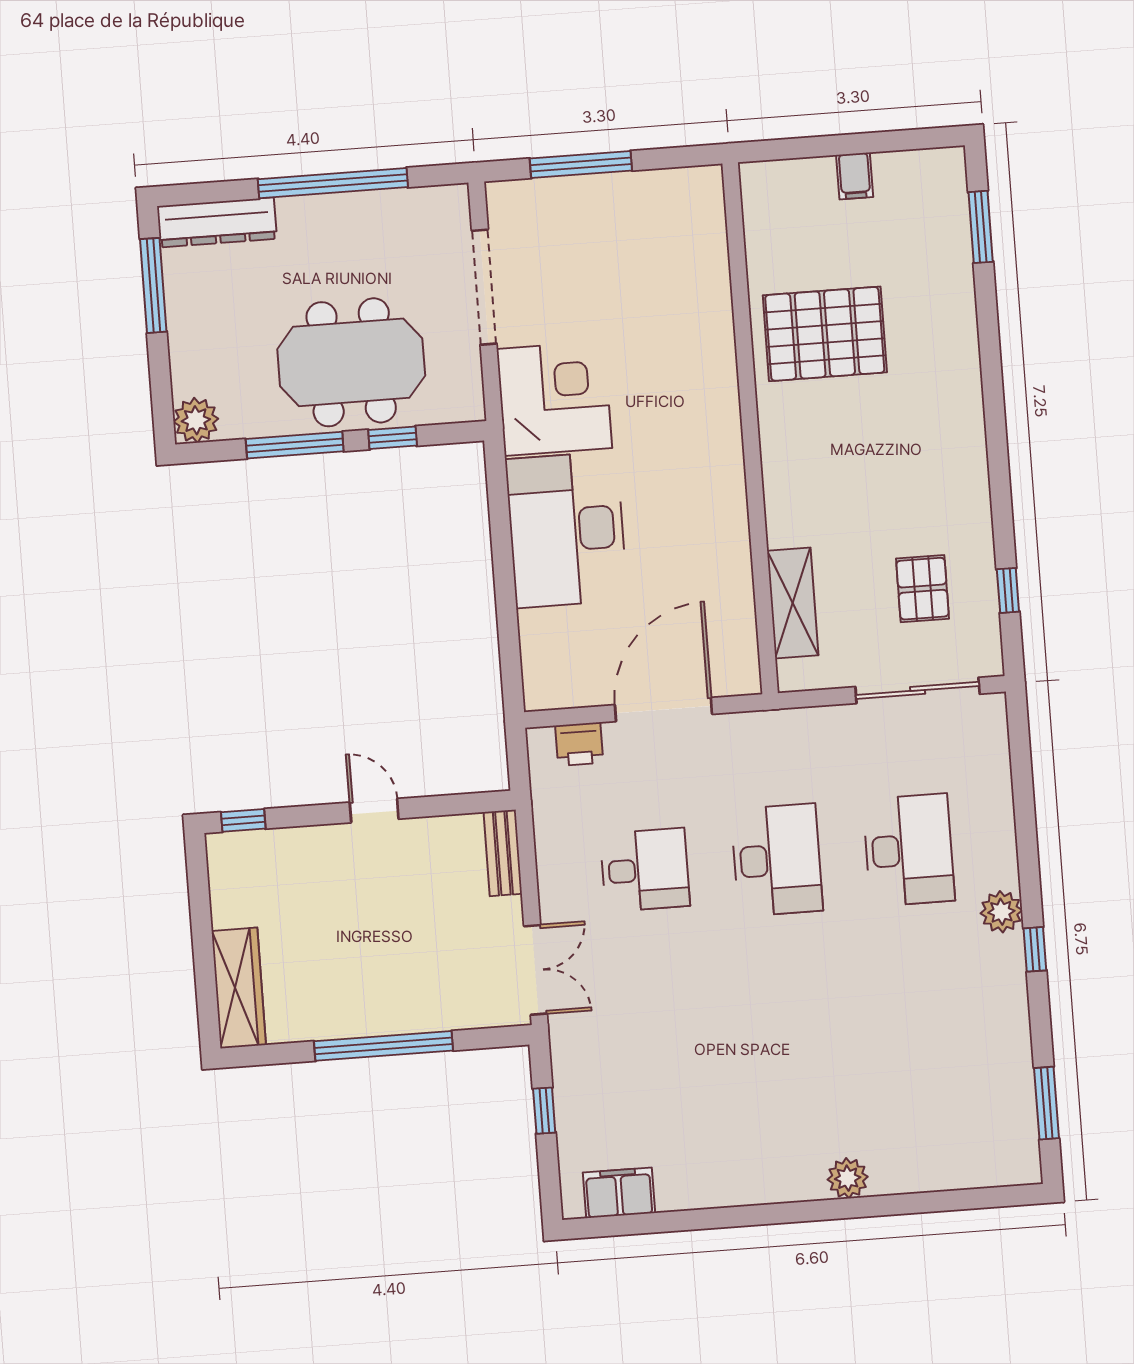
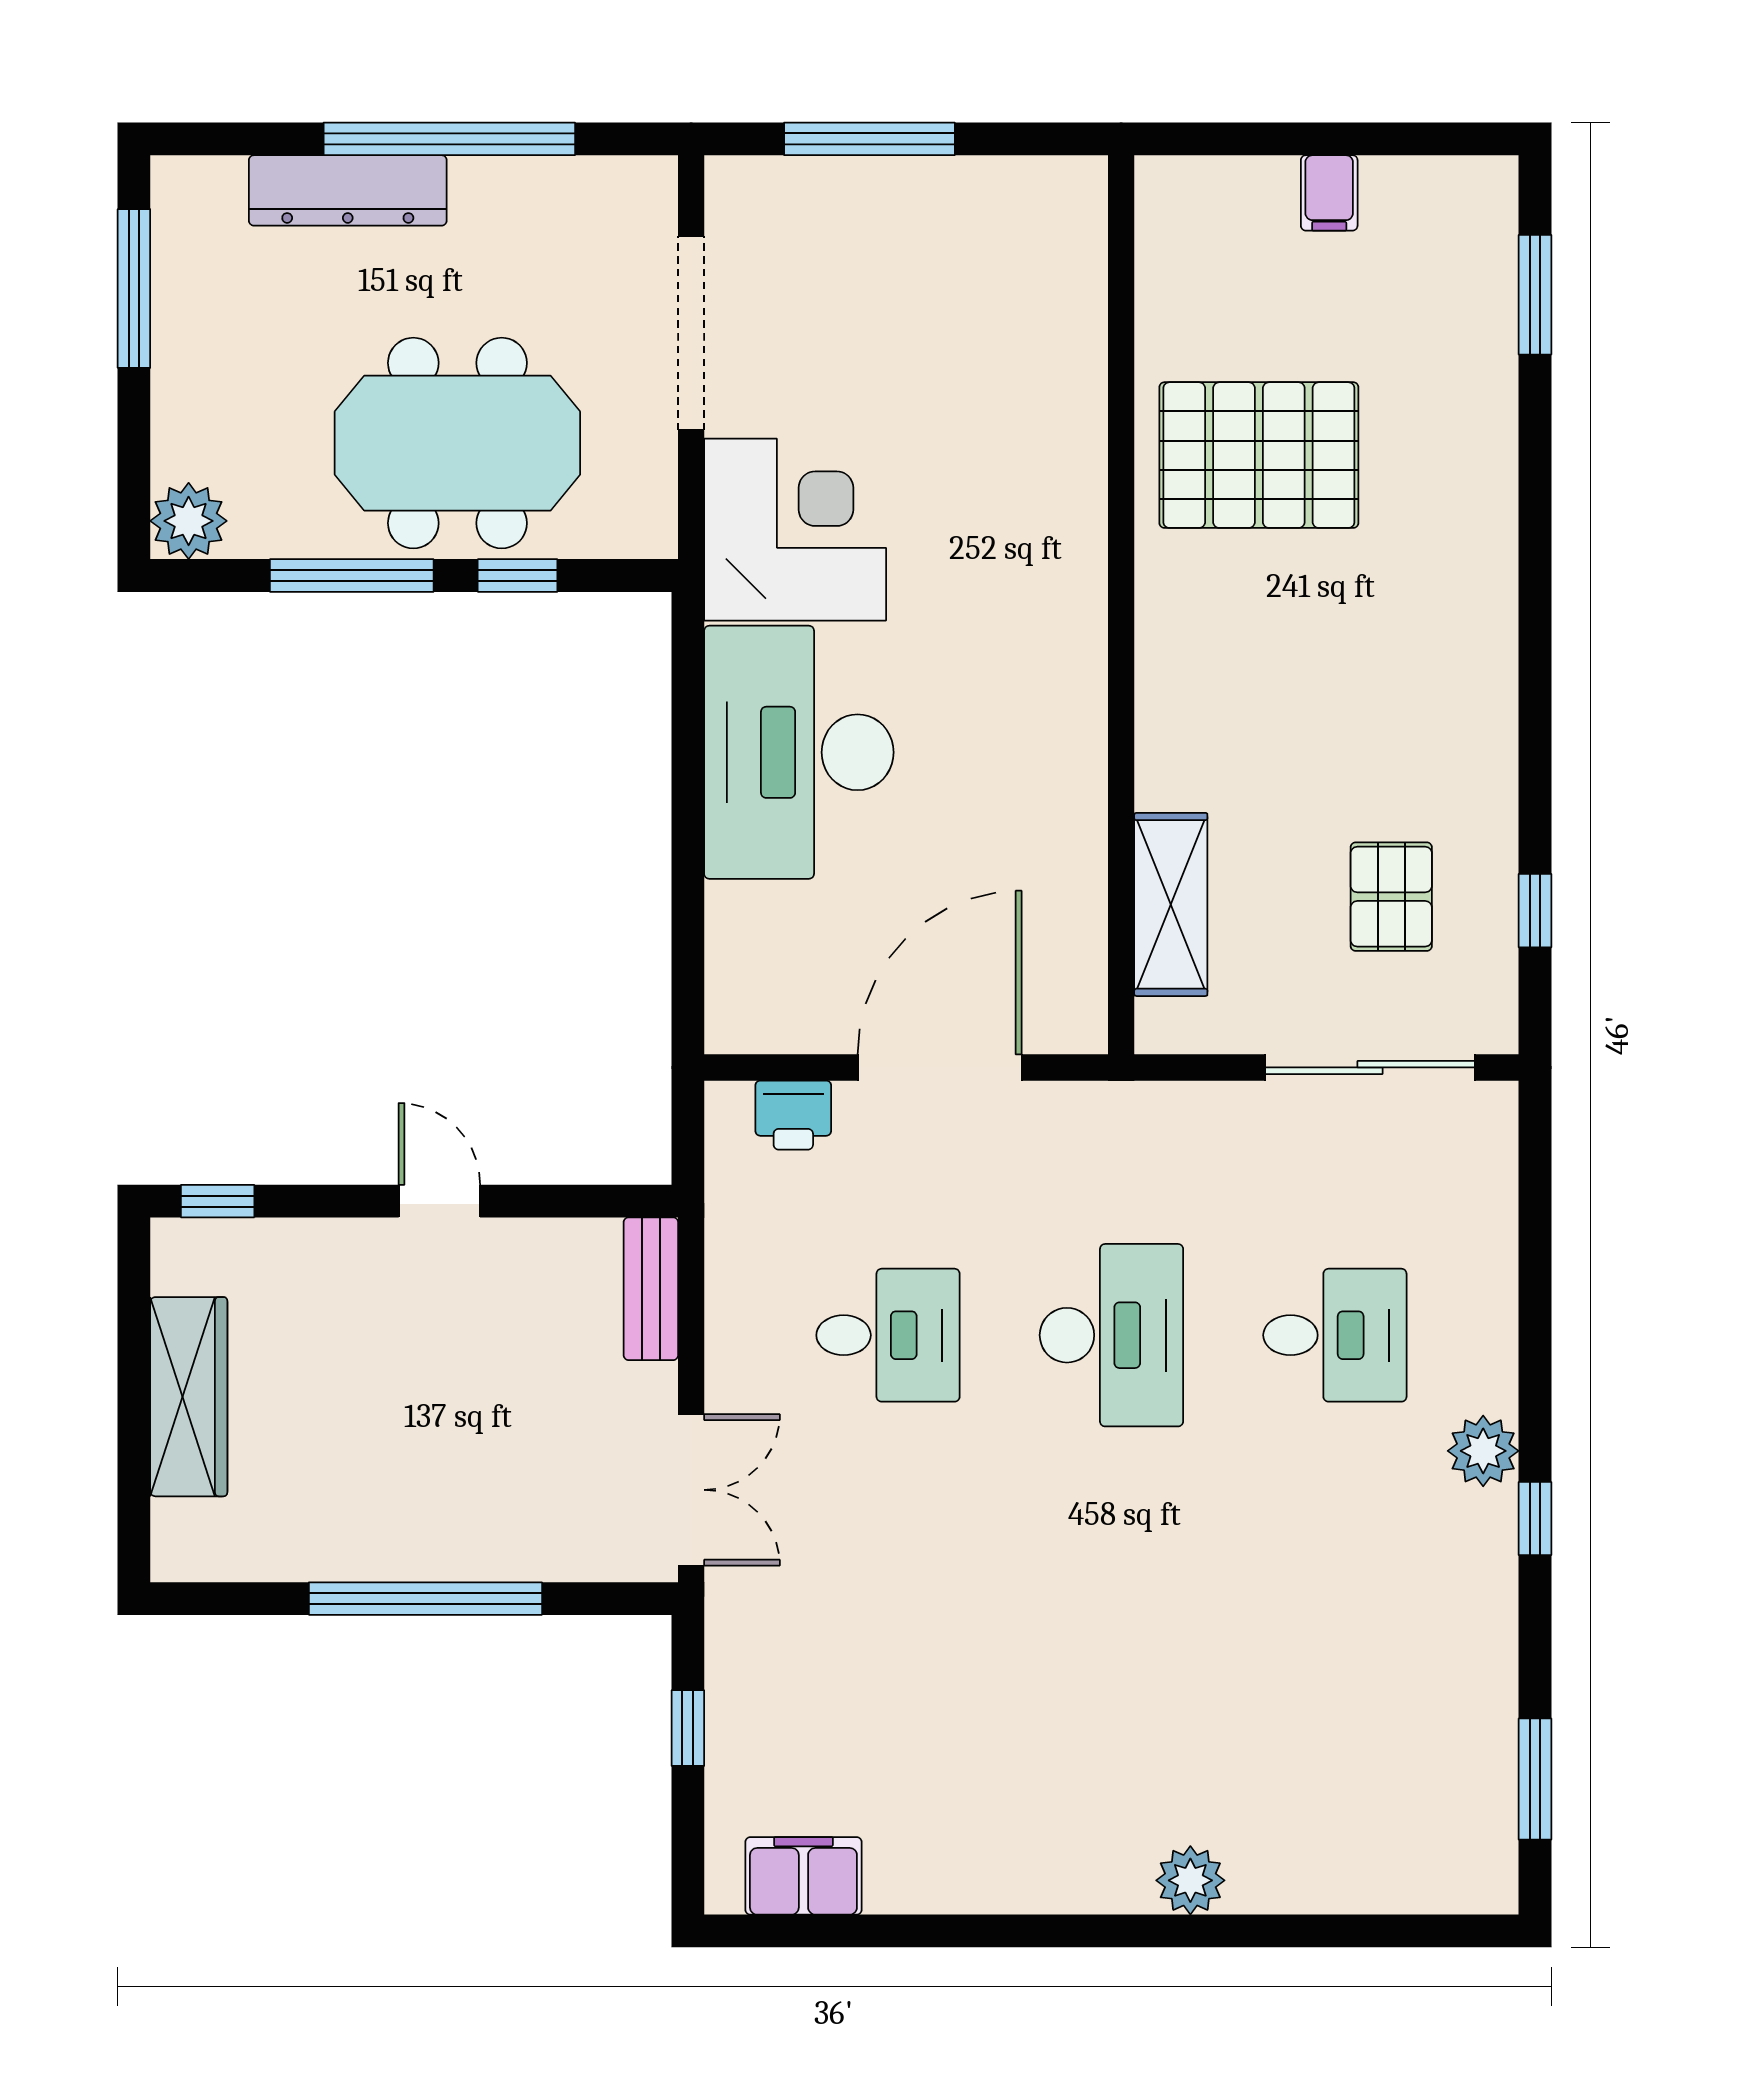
dresser: (217, 222) -> (348, 190), moved
desk: (909, 850) -> (1335, 1335), width x0.73
wardrobe: (239, 988) -> (189, 1397), moved

